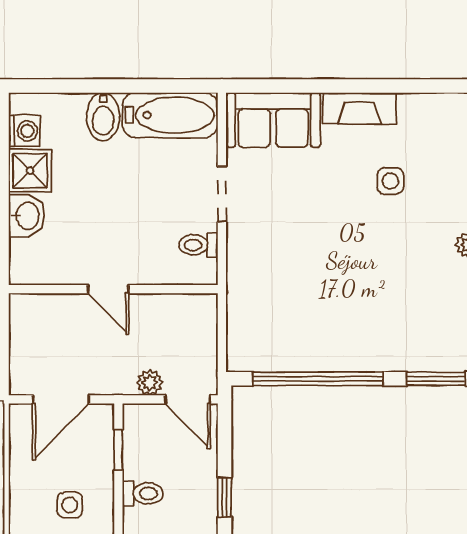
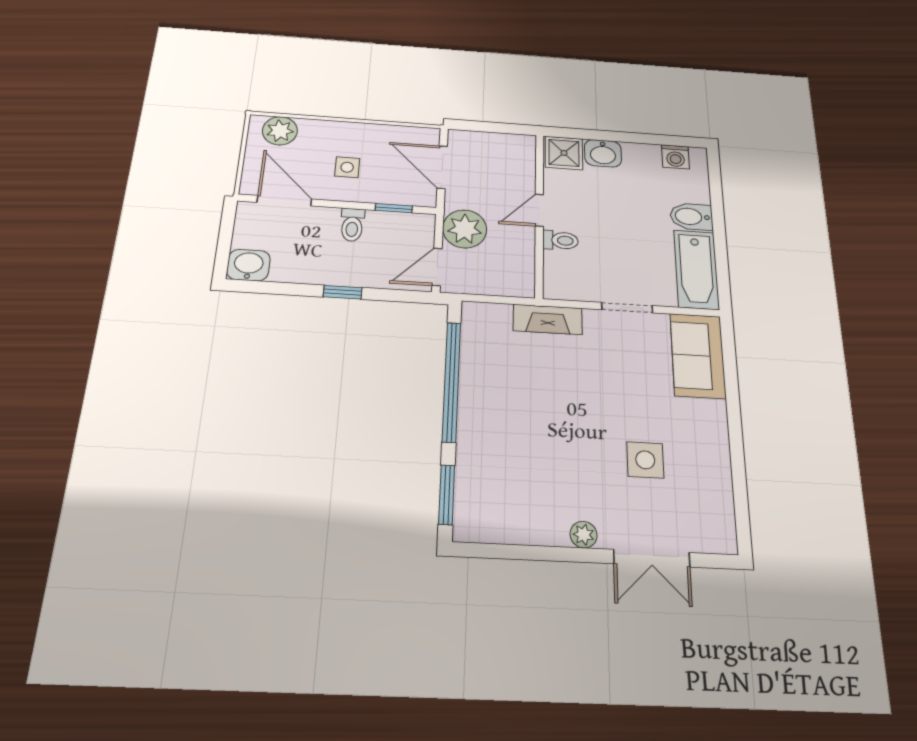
fireplace: (359, 108) -> (548, 319), moved, turned -90
shower: (30, 171) -> (564, 153), moved
side table: (390, 181) -> (645, 460), width x1.37, depth x1.37
toilet: (198, 245) -> (560, 240), moved, turned 90
plant: (150, 383) -> (465, 229), width x1.87, depth x1.87

